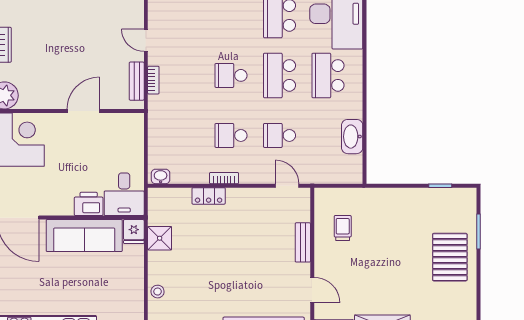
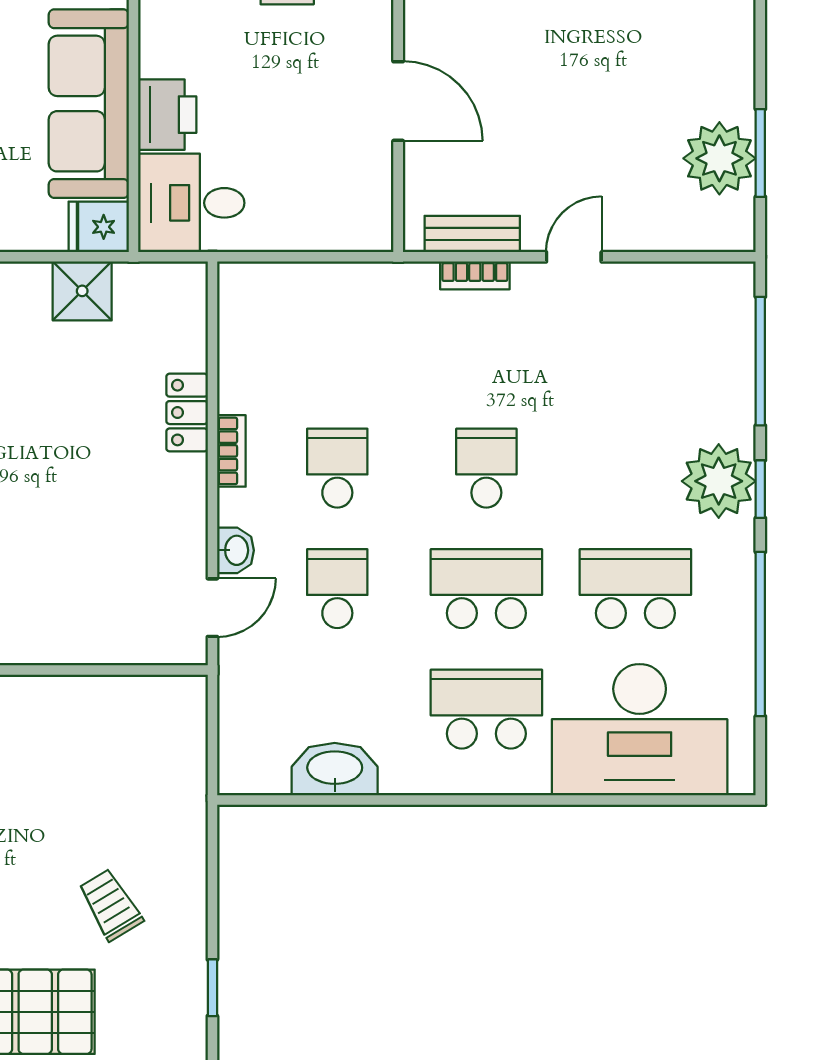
washbasin: (161, 176) -> (236, 550), moved
trolley: (343, 228) -> (110, 905), moved, turned -121
bench: (303, 242) -> (72, 647), removed

